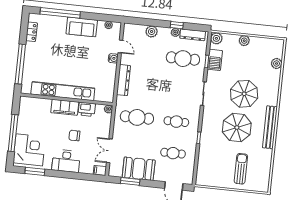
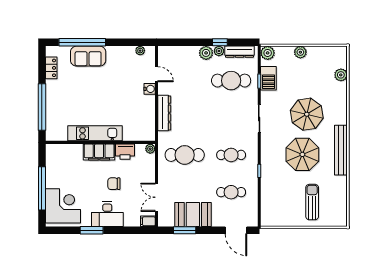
sofa: (82, 27) -> (88, 56), moved
plant: (152, 32) -> (206, 53), moved
kitchen unit: (63, 91) -> (95, 133), width x0.73
window: (35, 171) -> (92, 230), moved

